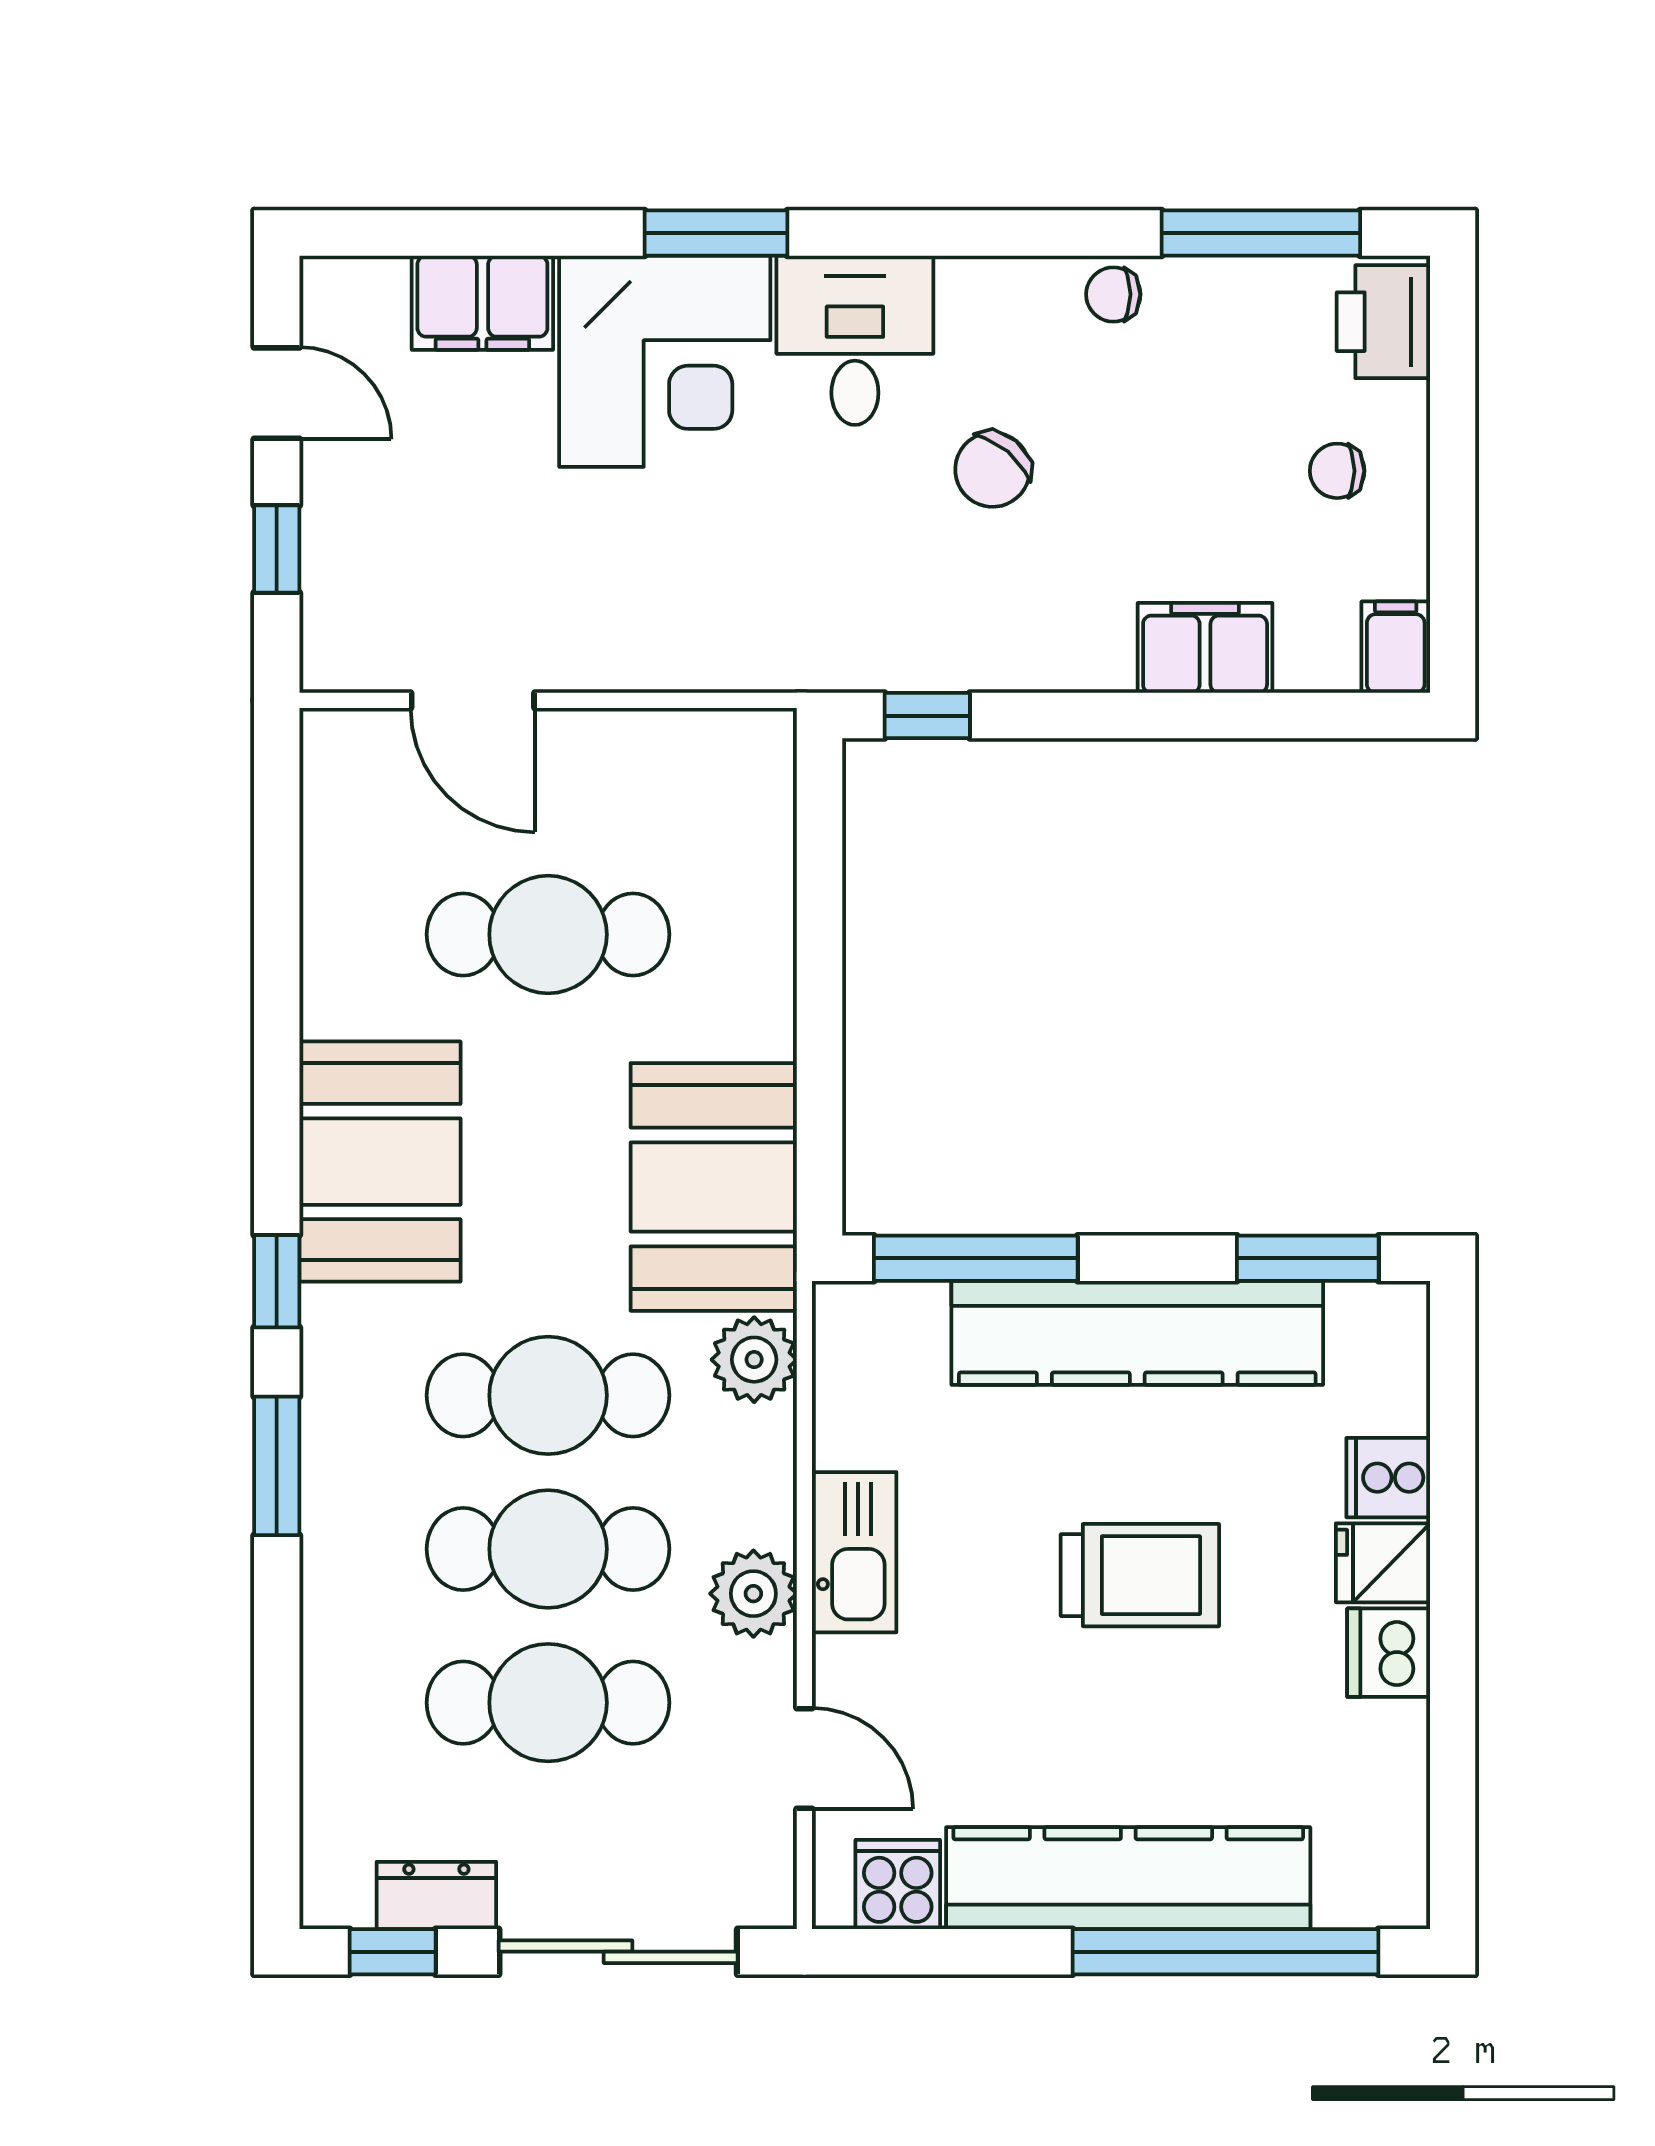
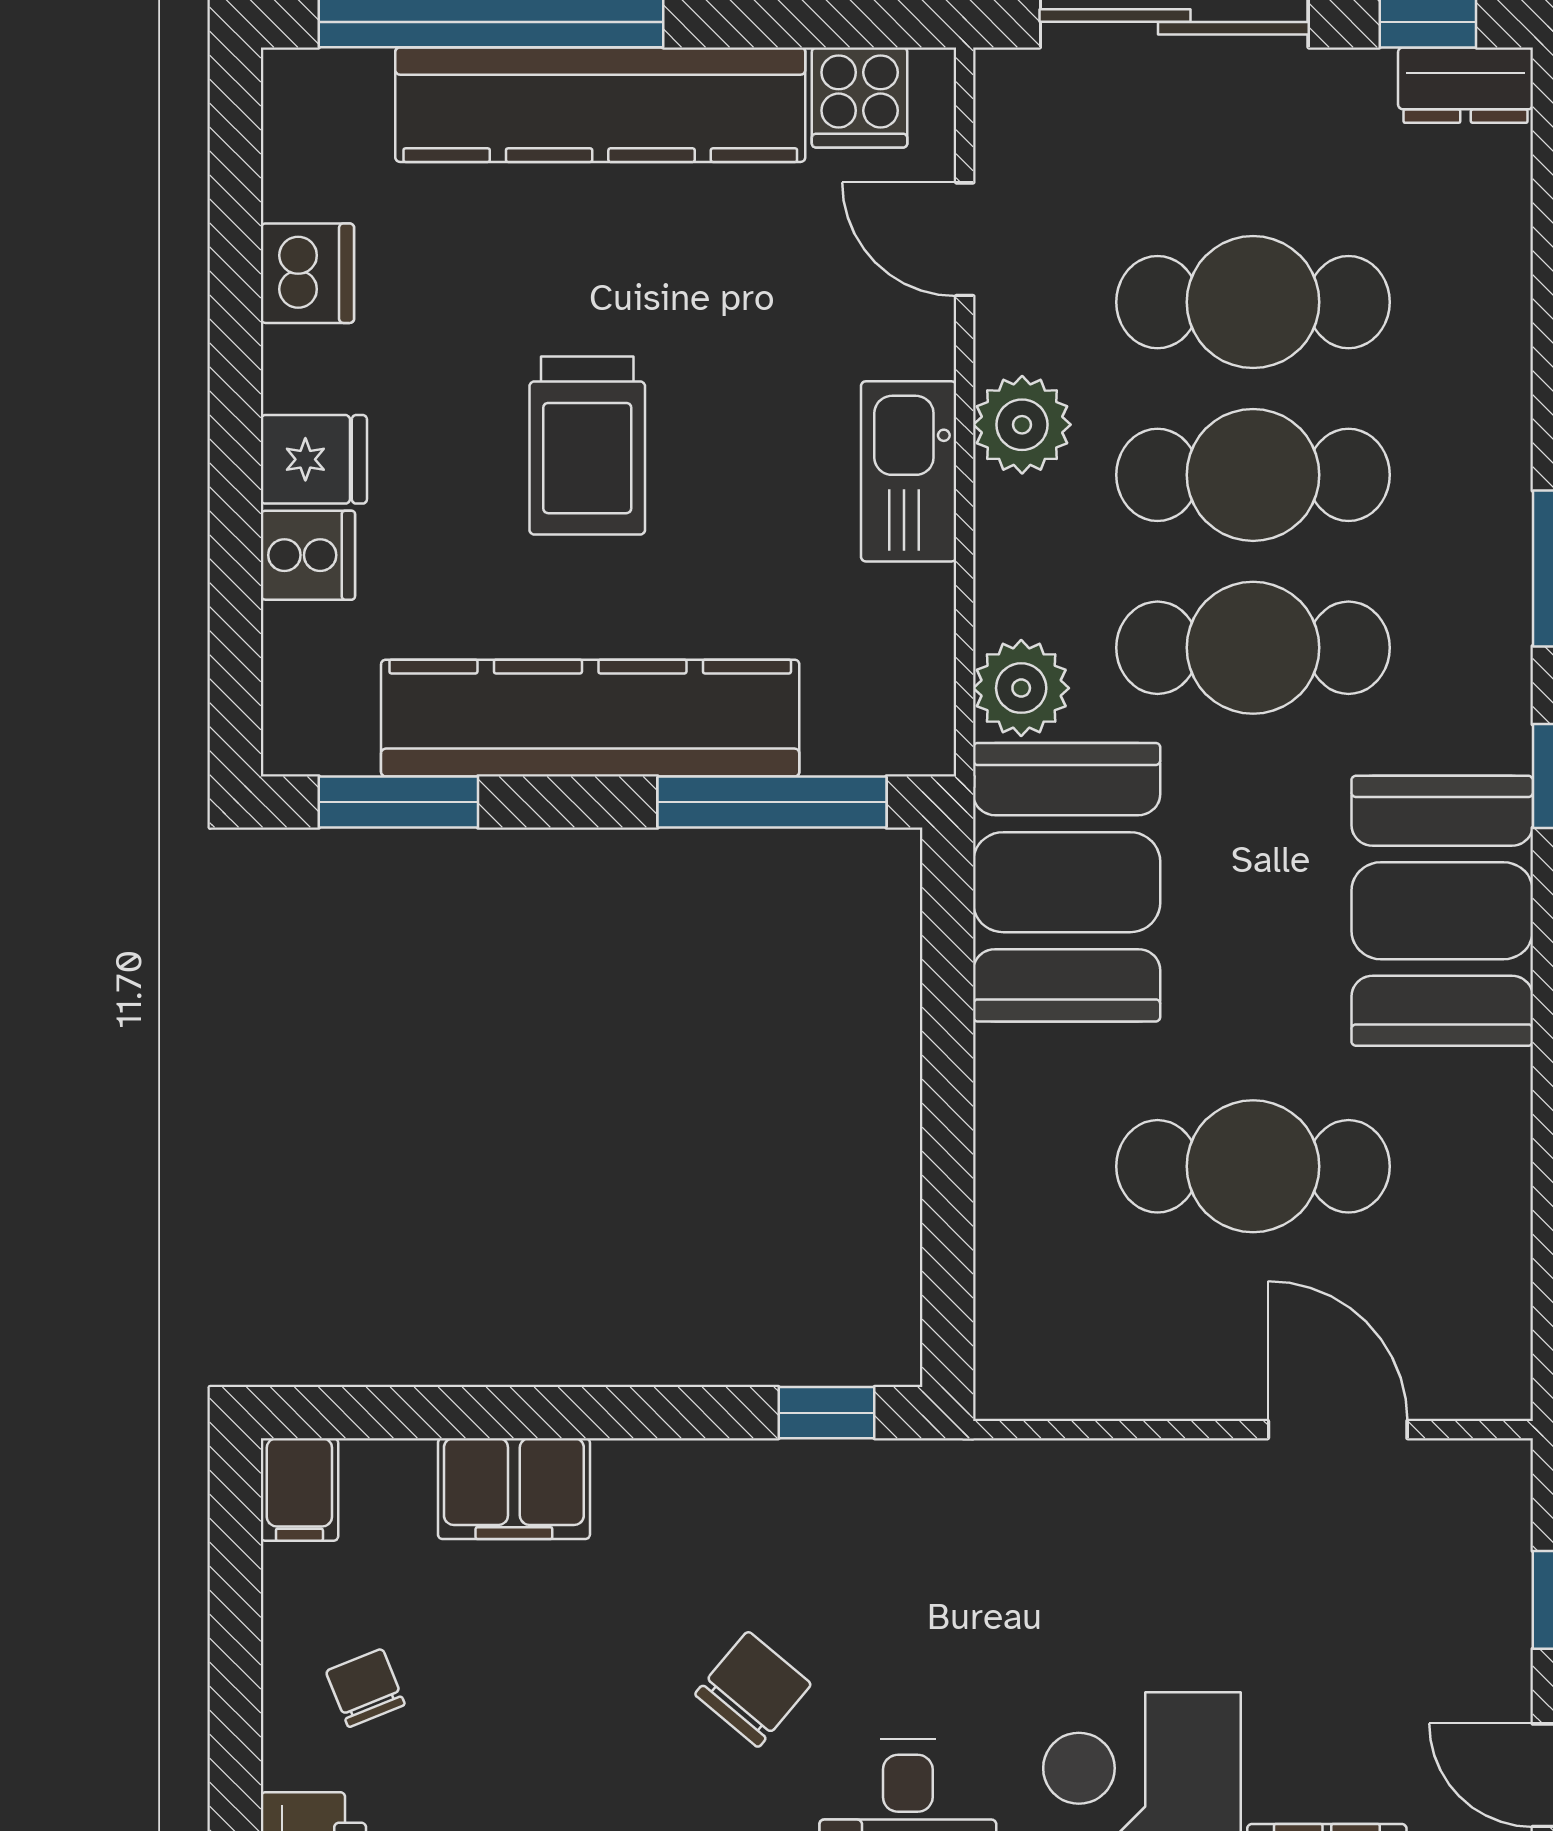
chair: (1337, 471) -> (365, 1688), turned -112
trolley: (1140, 1575) -> (587, 446), turned -90
dishwasher: (1389, 1653) -> (307, 273), moved
dresser: (436, 1895) -> (1466, 85), moved

